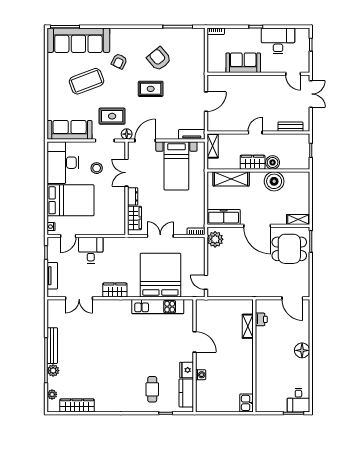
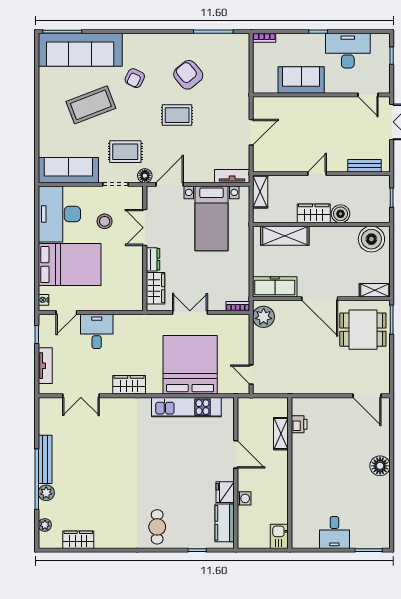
boiler: (274, 181) -> (371, 239), moved
printer: (261, 319) -> (299, 424), moved
shelving: (248, 326) -> (281, 434), moved
wall: (254, 356) -> (290, 473), moved
cafe table: (152, 389) -> (157, 527), moved
desk: (298, 400) -> (334, 532), moved
kitchen sink: (247, 403) -> (279, 536), moved
wardrobe: (77, 405) -> (78, 540), width x0.67

